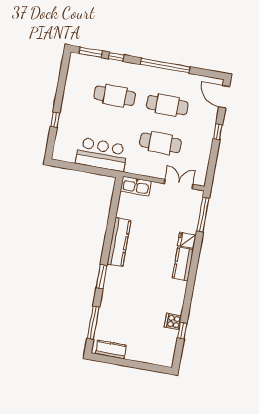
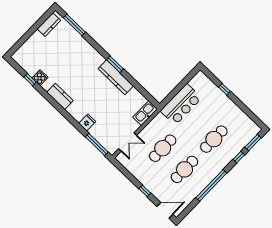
kitchen counter: (183, 264) -> (60, 96), moved
window: (102, 277) -> (115, 64), moved

